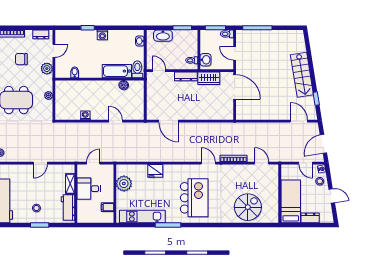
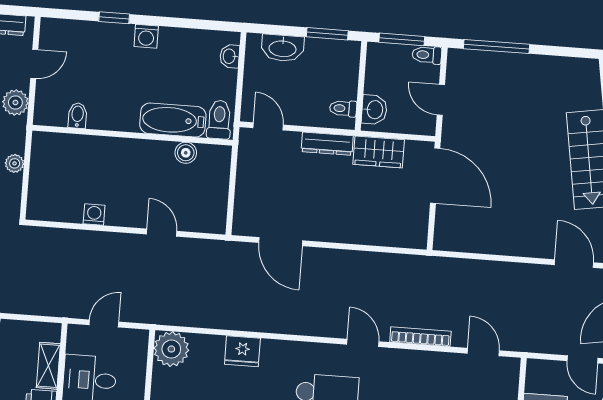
plant: (124, 184) -> (171, 349), moved

